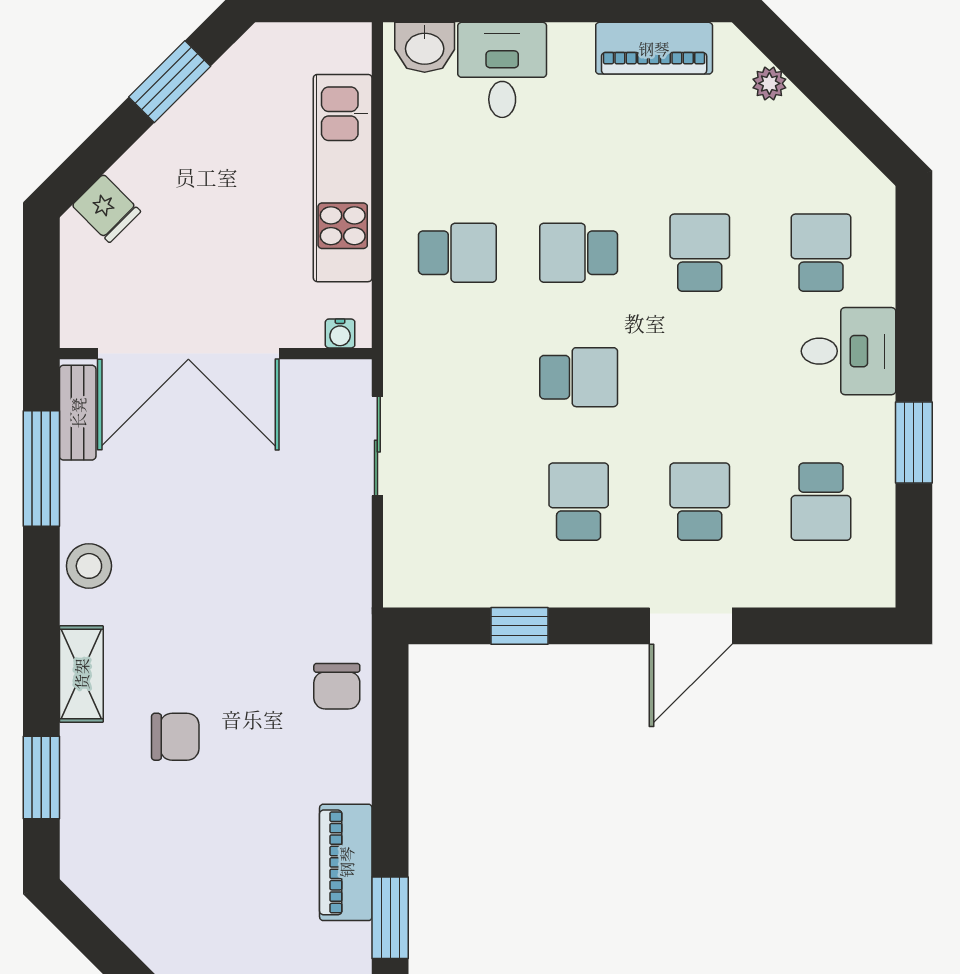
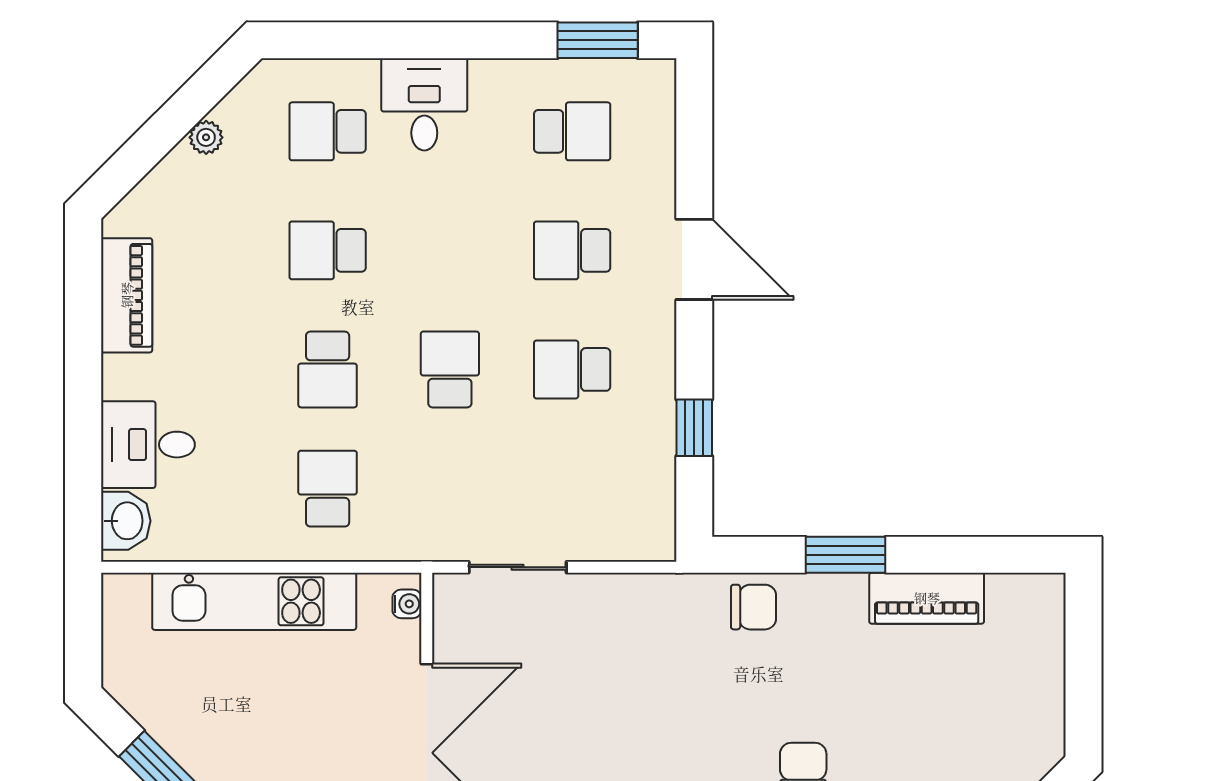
plant: (769, 83) -> (206, 137), moved
window: (914, 442) -> (598, 40), moved
window: (390, 918) -> (845, 555), moved

